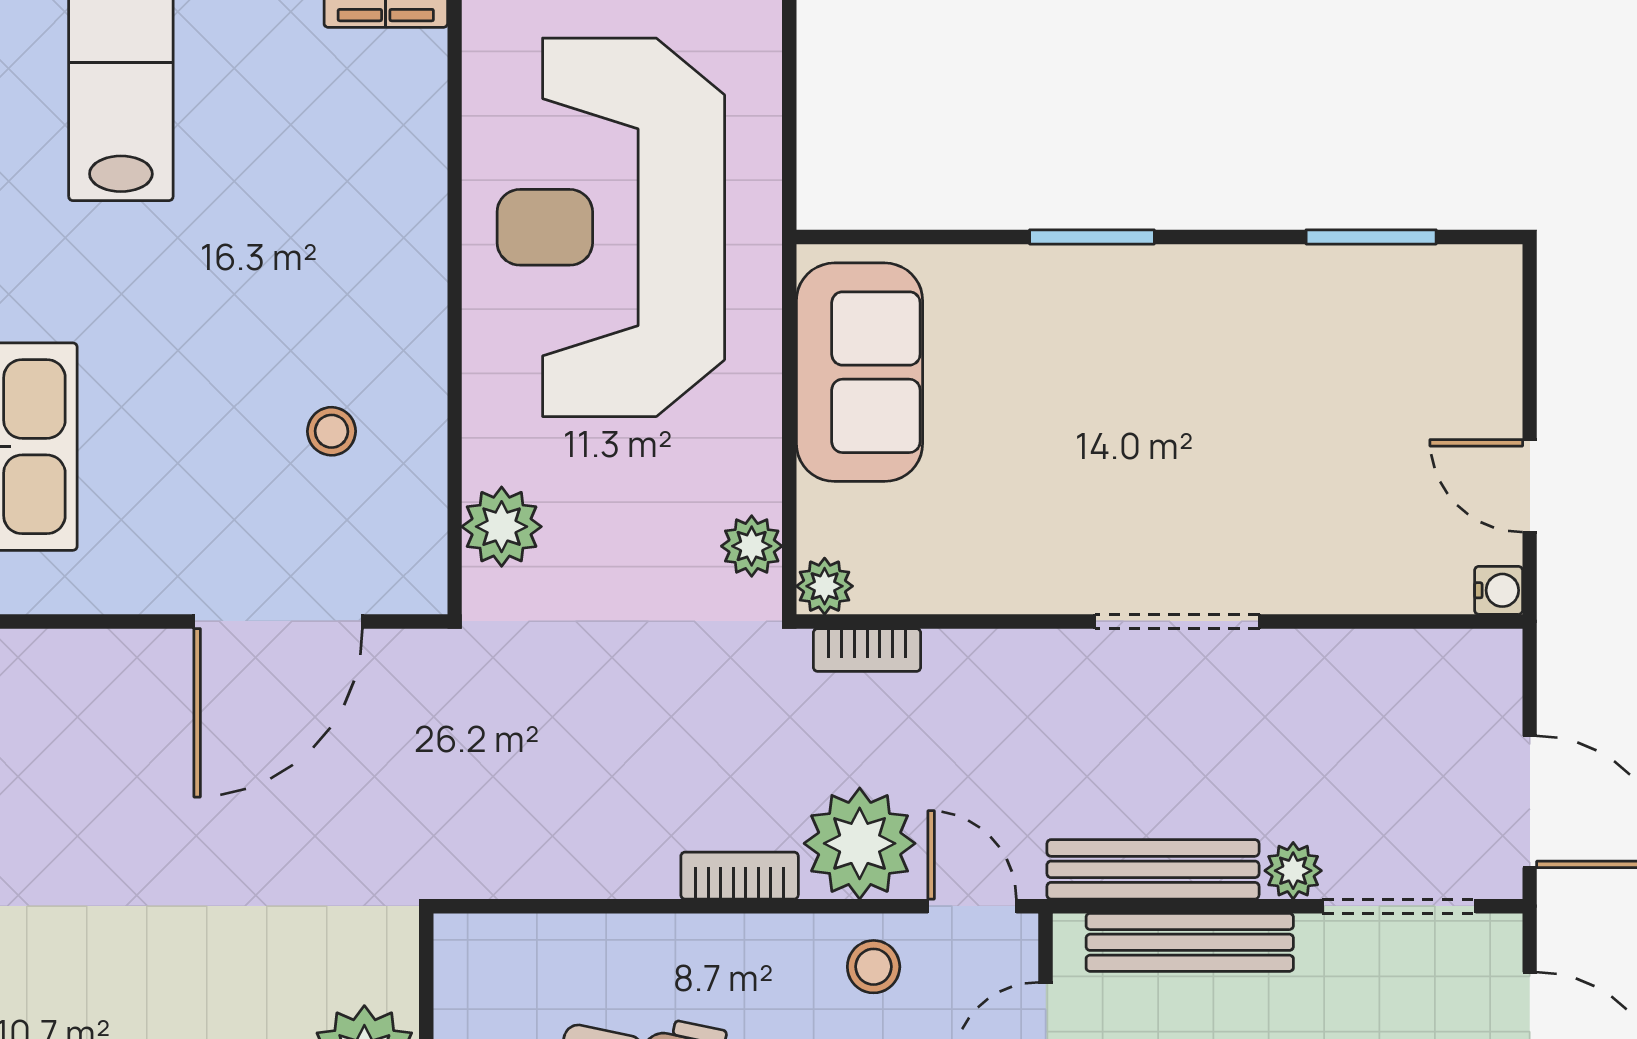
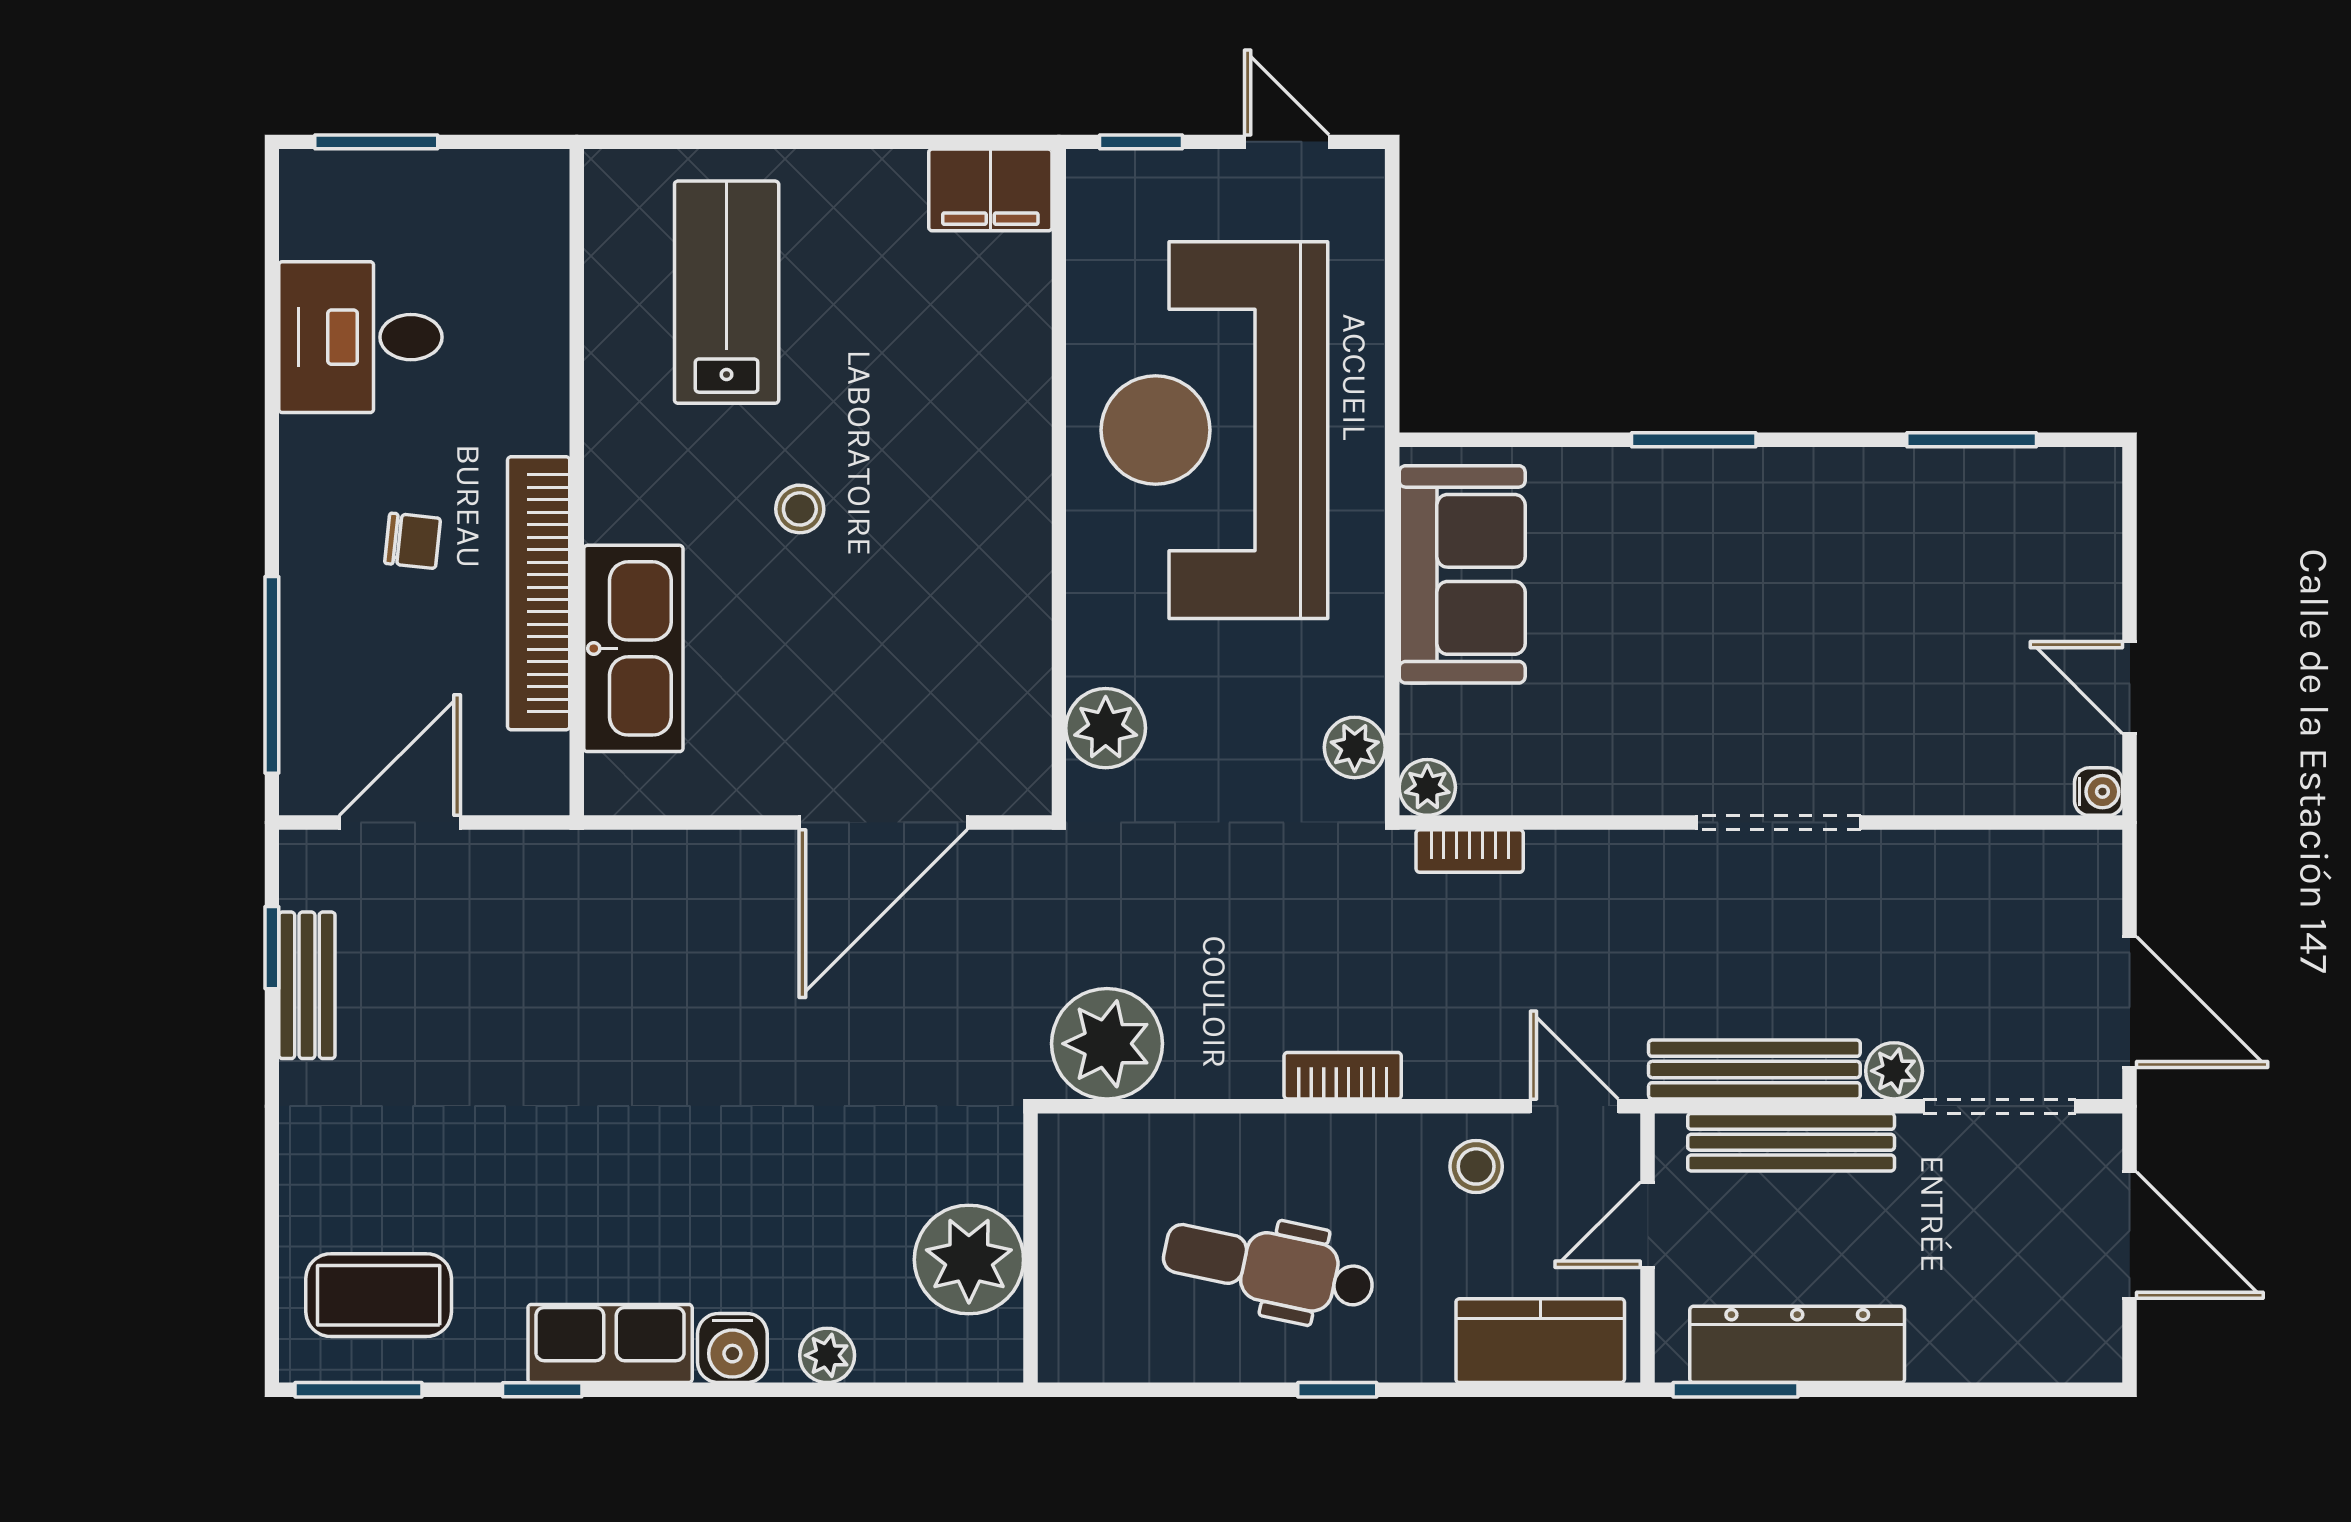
stool: (332, 431) -> (800, 509), moved
plant: (860, 843) -> (1107, 1044), moved

